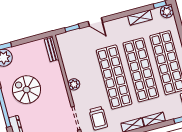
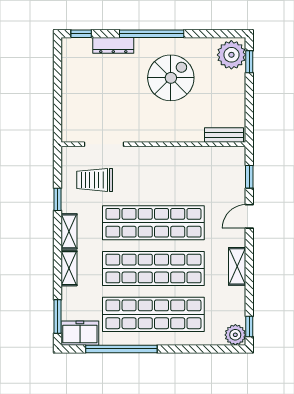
shelving: (140, 17) -> (237, 266), moved
plant: (74, 84) -> (159, 156), removed

